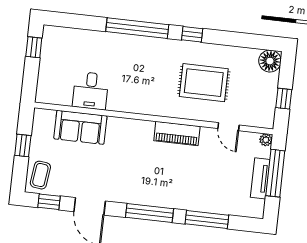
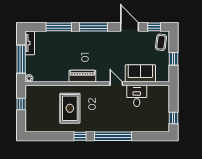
floor lamp: (270, 61) -> (32, 126), removed
rug: (204, 83) -> (70, 108), turned 90
door: (229, 127) -> (116, 84), moved
tv unit: (260, 178) -> (30, 43), moved

